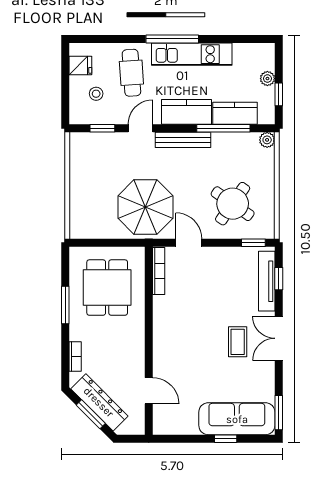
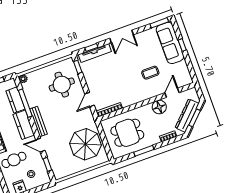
round table: (233, 204) -> (62, 85), turned -35
parasol: (145, 207) -> (85, 144), moved
coffee table: (238, 342) -> (150, 73), moved
floor lamp: (132, 360) -> (159, 107), added

